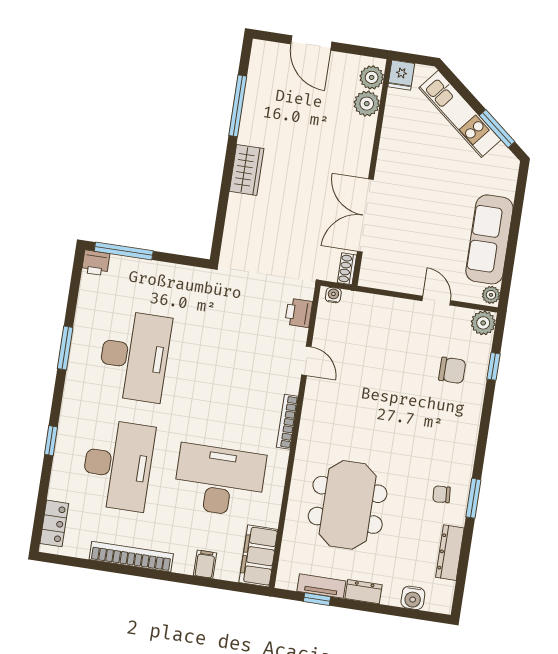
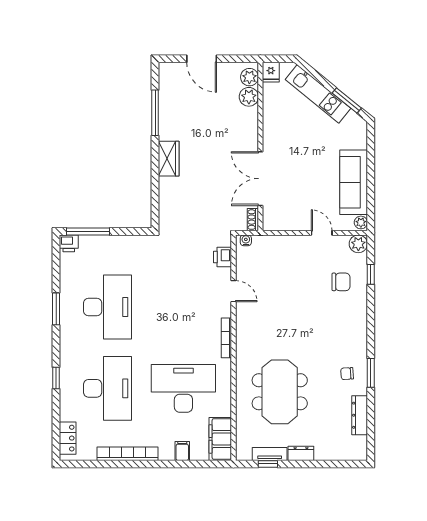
water cooler: (413, 598) -> (338, 452), removed

